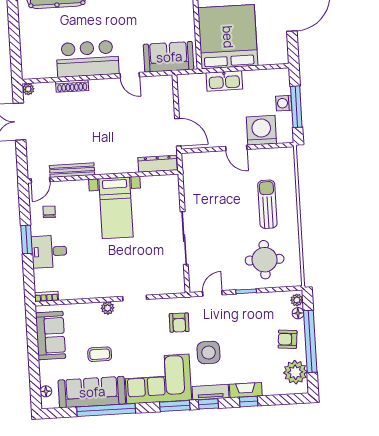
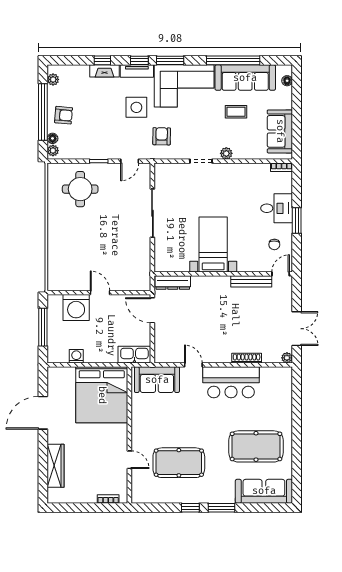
kitchen sink: (224, 81) -> (134, 355), moved
washing machine: (284, 103) -> (76, 356), moved, turned -90
sun lounger: (267, 204) -> (75, 240), removed
plant: (295, 372) -> (53, 79), width x0.53, depth x0.53

